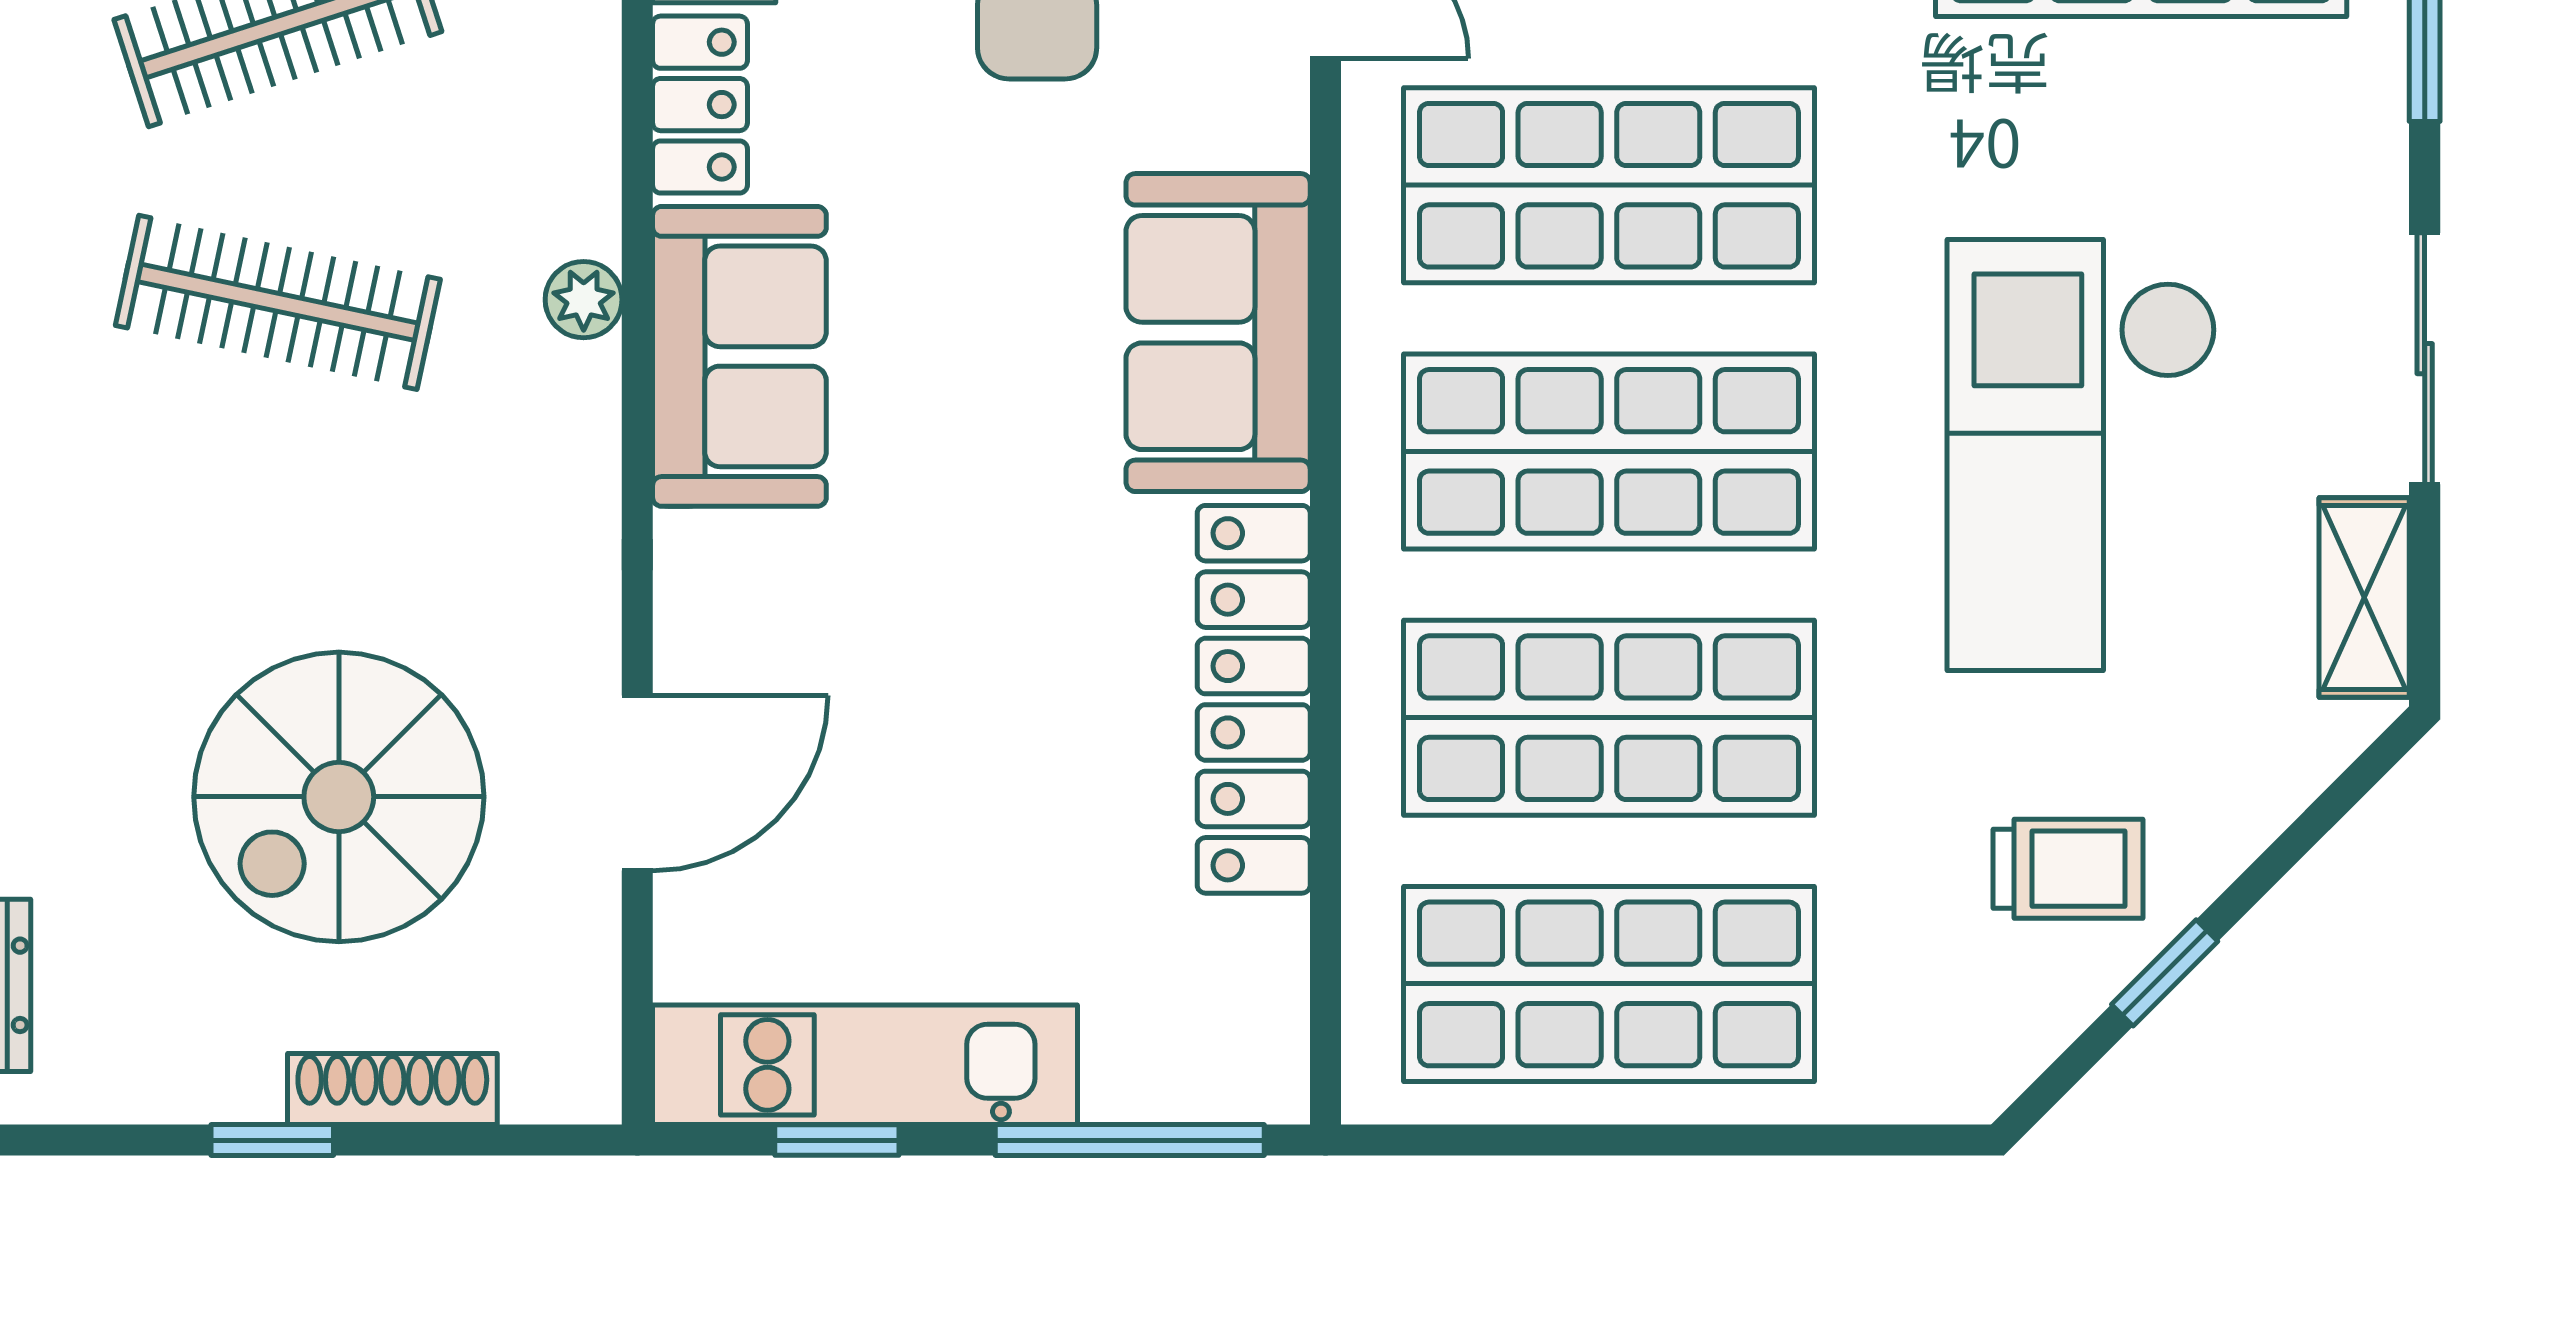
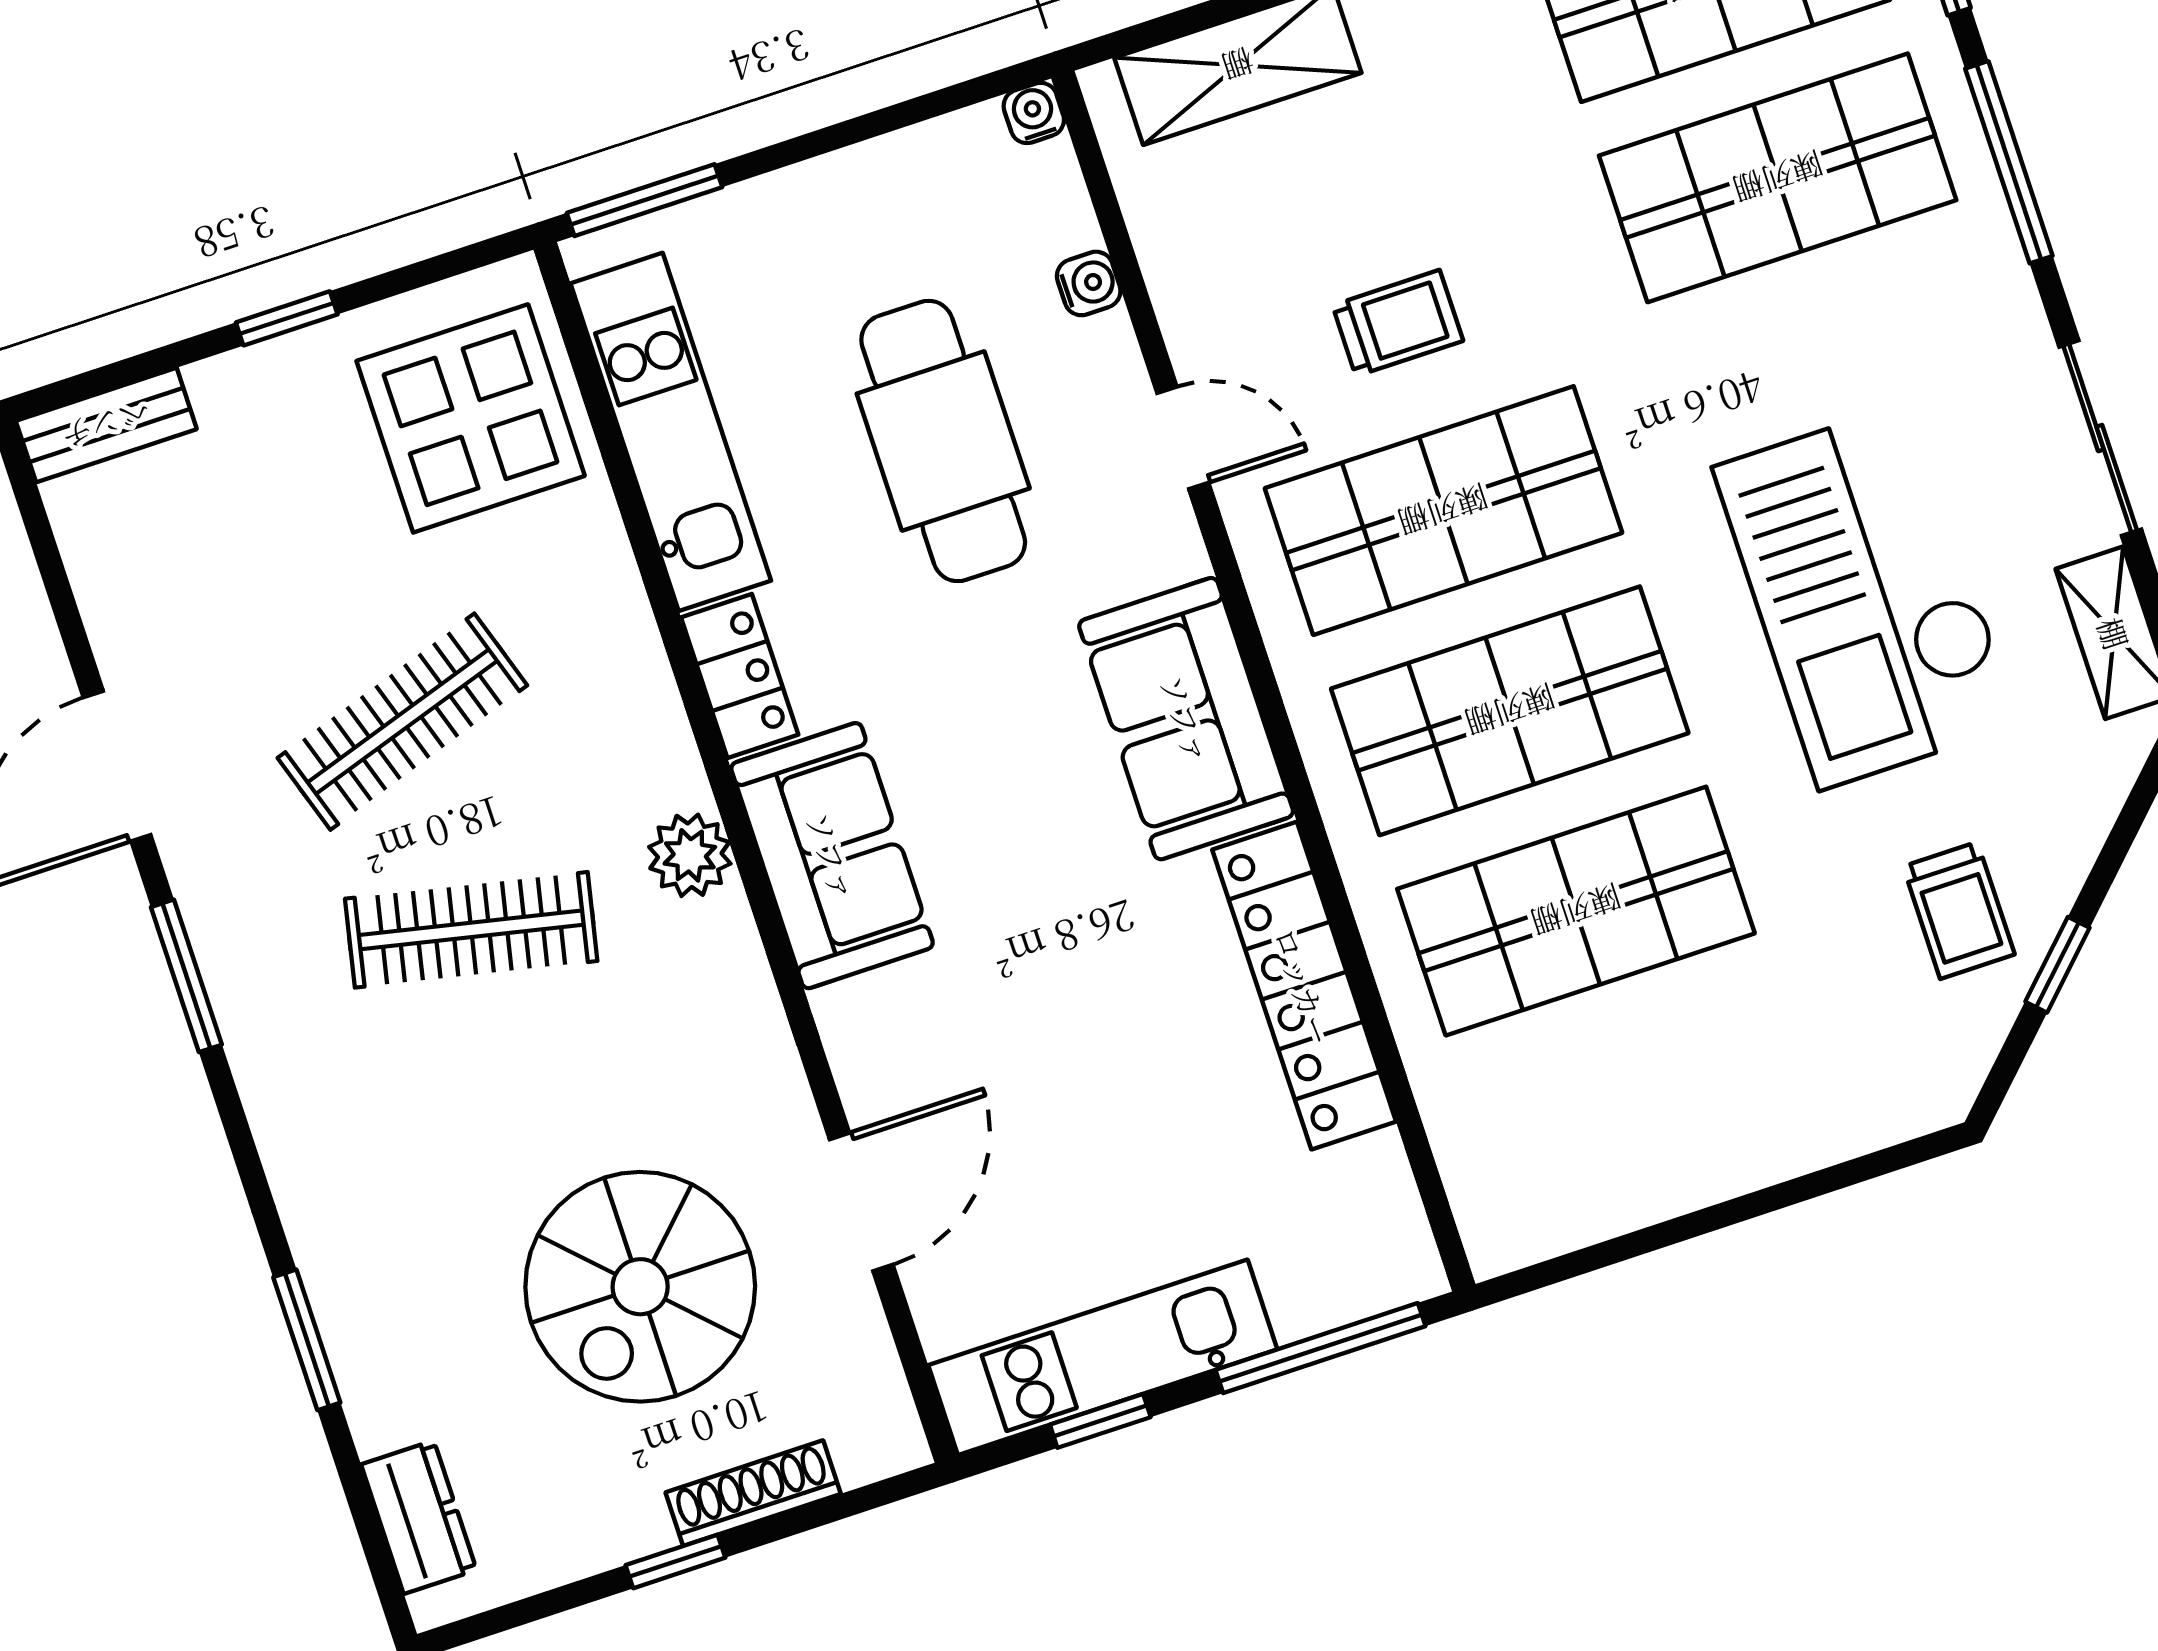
plant: (584, 300) -> (690, 855), width x1.38, depth x1.38
trolley: (2068, 869) -> (1959, 910), turned 90
shop shelf: (1609, 984) -> (1642, 1111), removed

